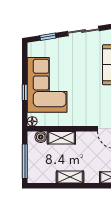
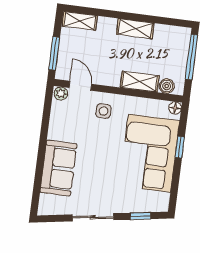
side table: (86, 112) -> (103, 111), added

